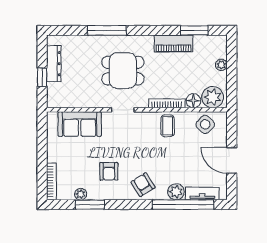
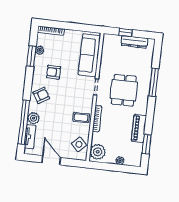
floor lamp: (193, 101) -> (97, 138), removed
sofa: (80, 124) -> (89, 55), width x1.36
door: (232, 160) -> (51, 160), hinge flipped

